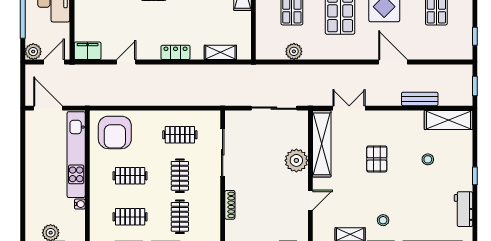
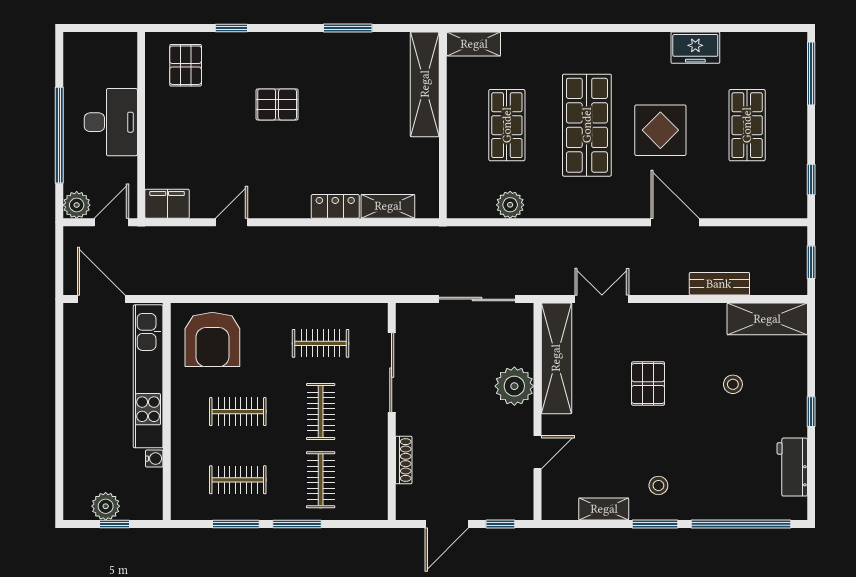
locker: (175, 52) -> (335, 206), moved

